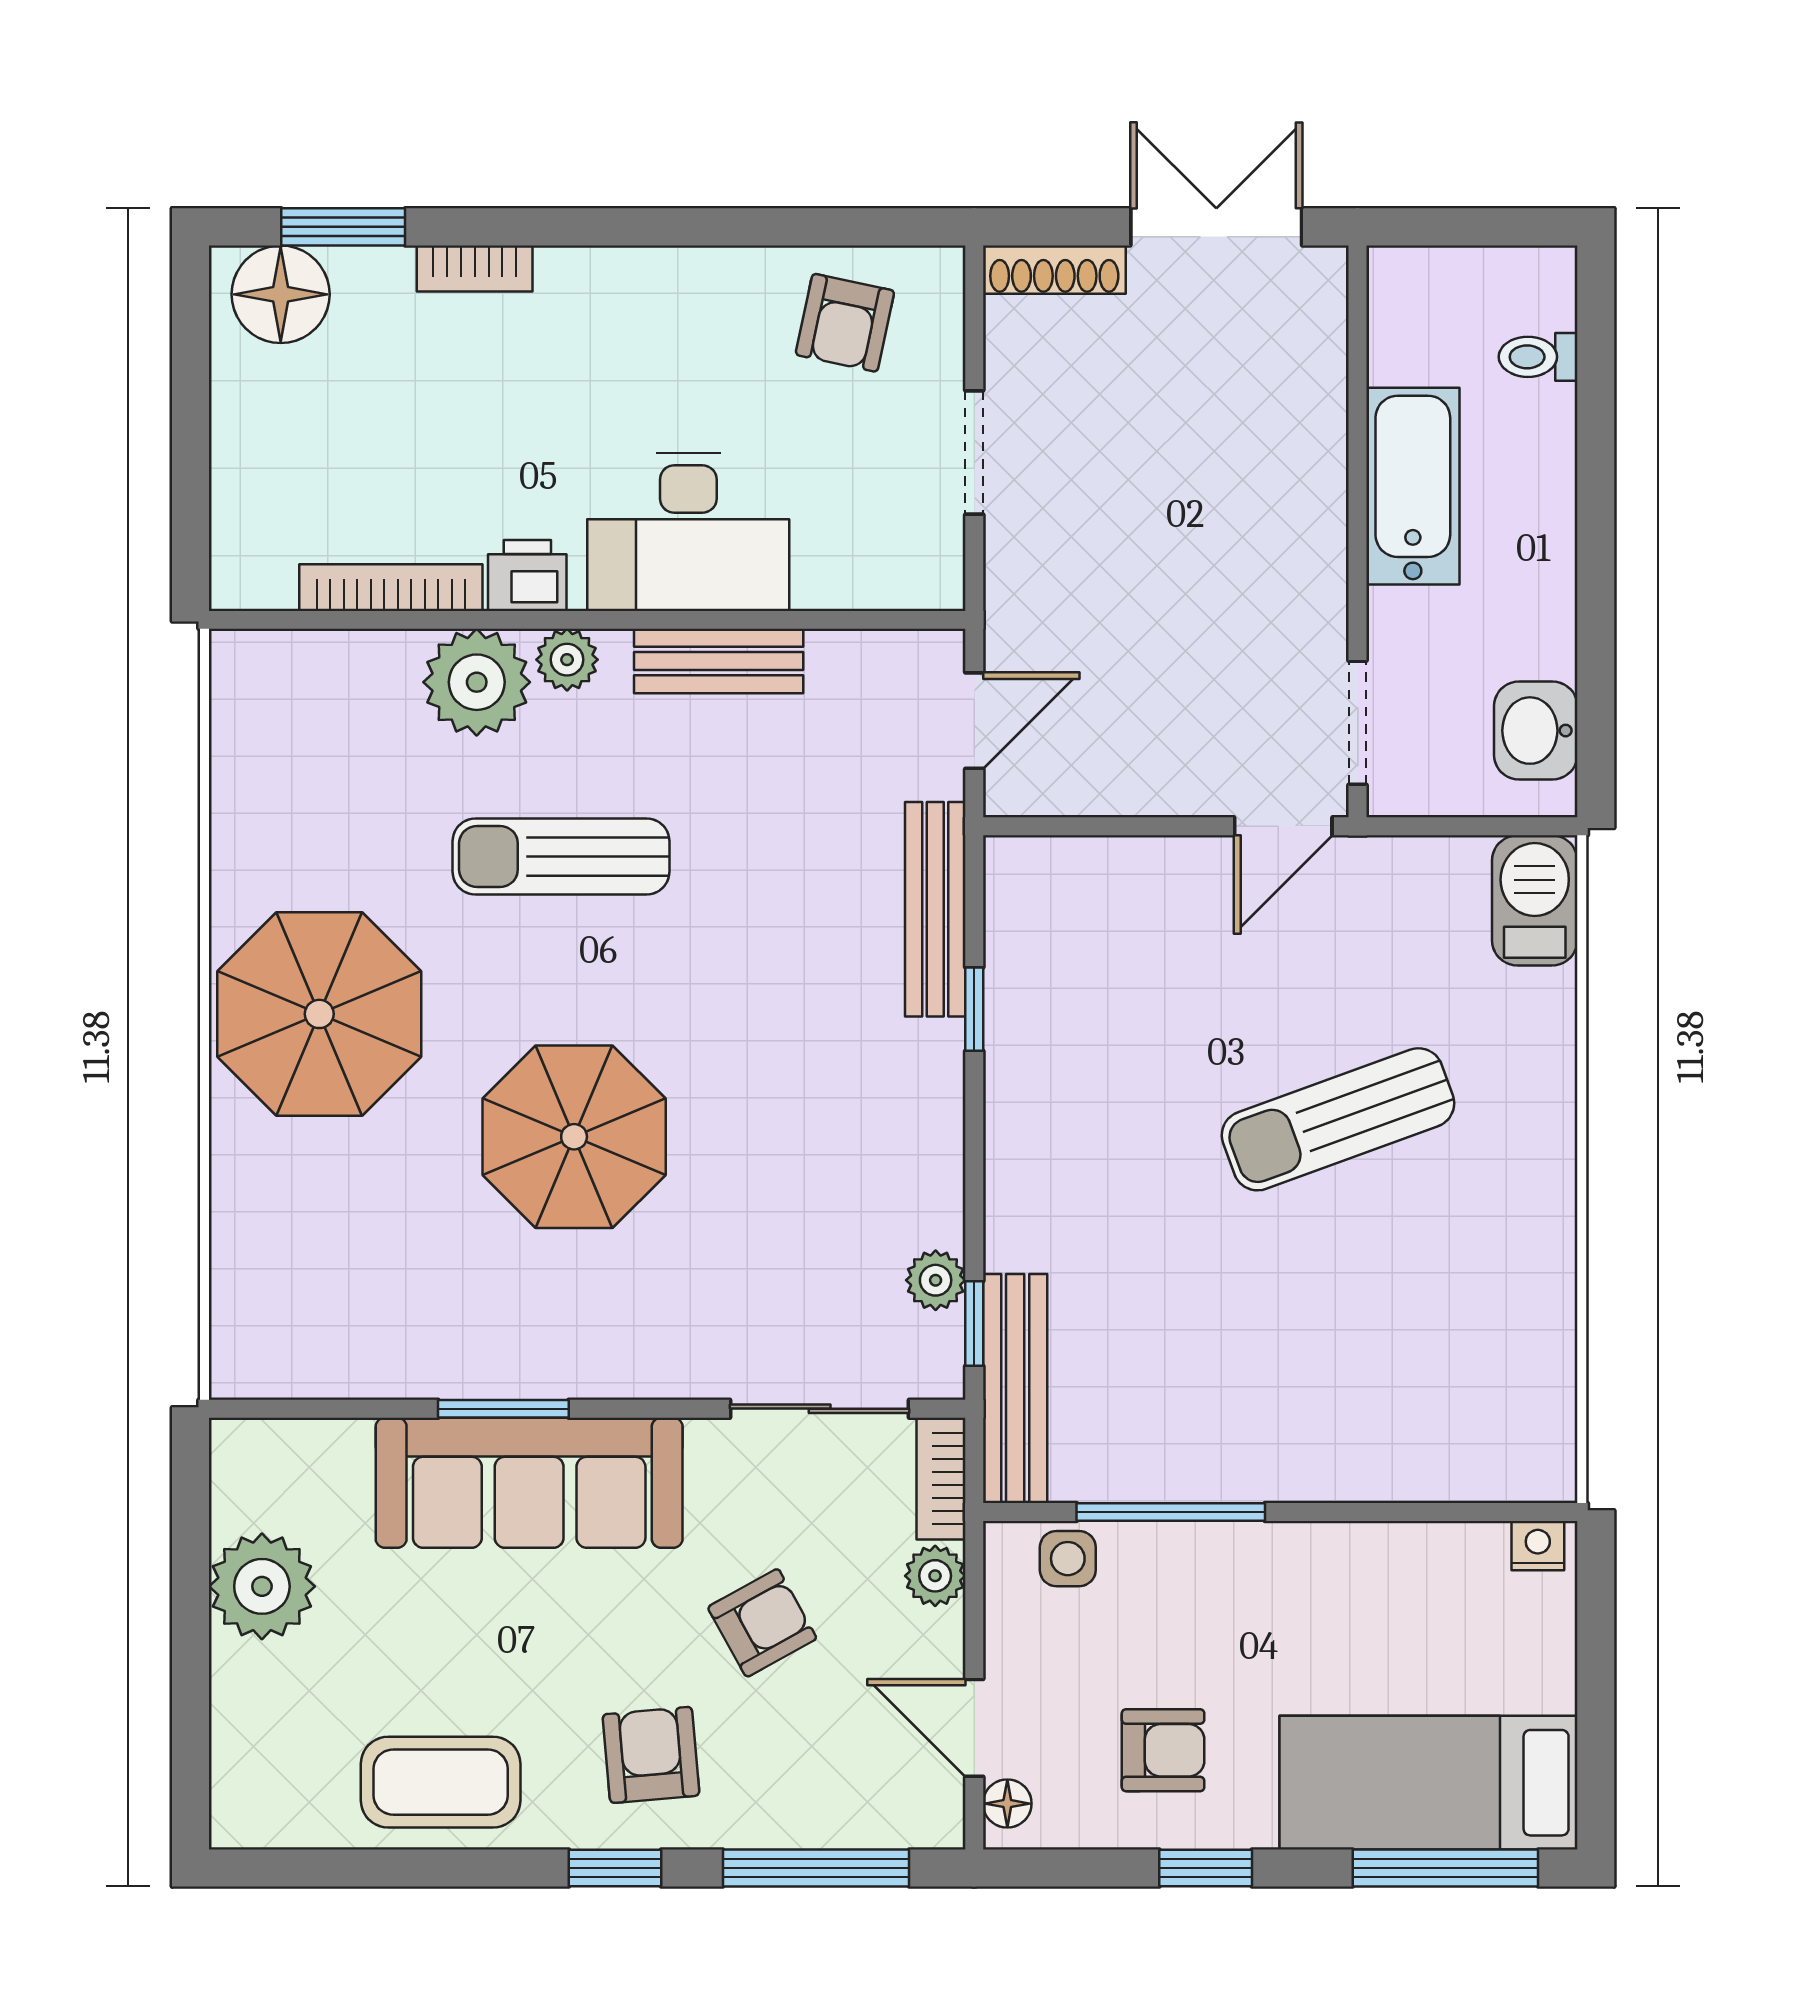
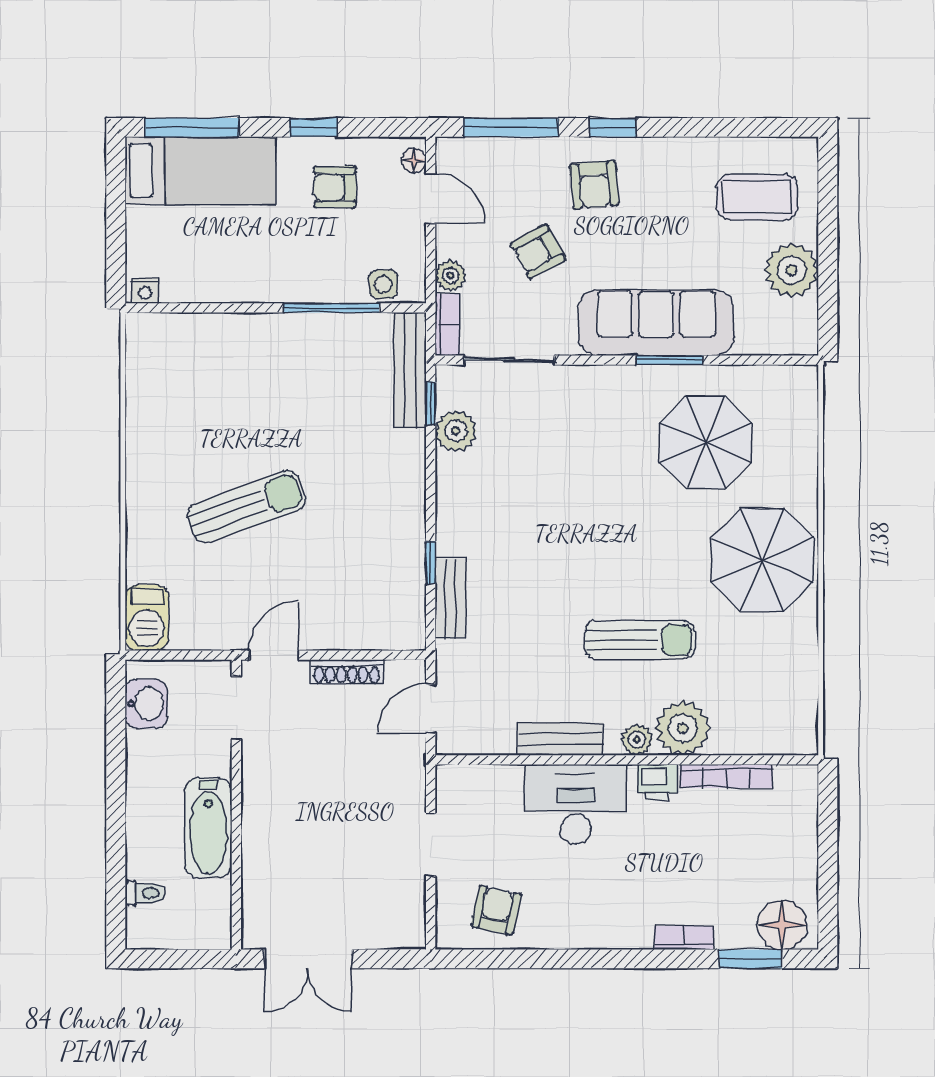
shoe rack: (1054, 270) -> (347, 672), moved, turned 180
bench: (935, 909) -> (450, 599), width x0.73
parasol: (574, 1137) -> (706, 443), moved
plant: (936, 1280) -> (456, 431), width x1.38, depth x1.38
coffee table: (441, 1782) -> (757, 197), moved

